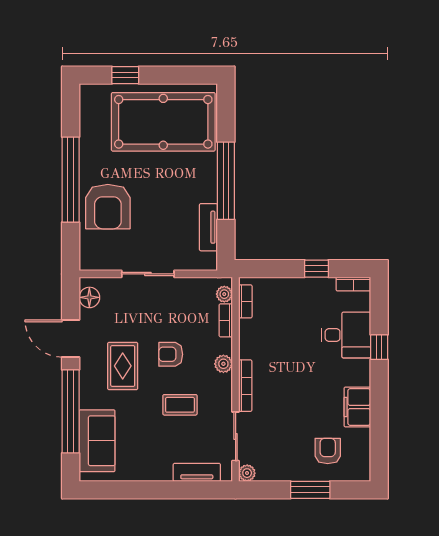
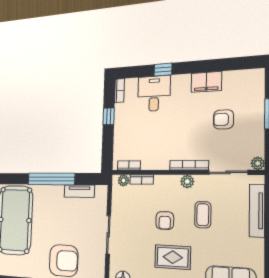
plant: (223, 364) -> (187, 181), moved
armchair: (328, 451) -> (223, 119), moved
tv unit: (197, 472) -> (257, 211), width x1.41

